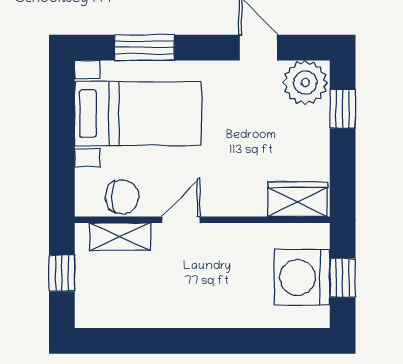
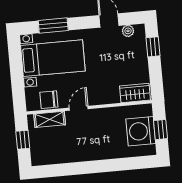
plant: (305, 83) -> (128, 31), width x0.53, depth x0.53
chair: (122, 197) -> (49, 100), turned 180

